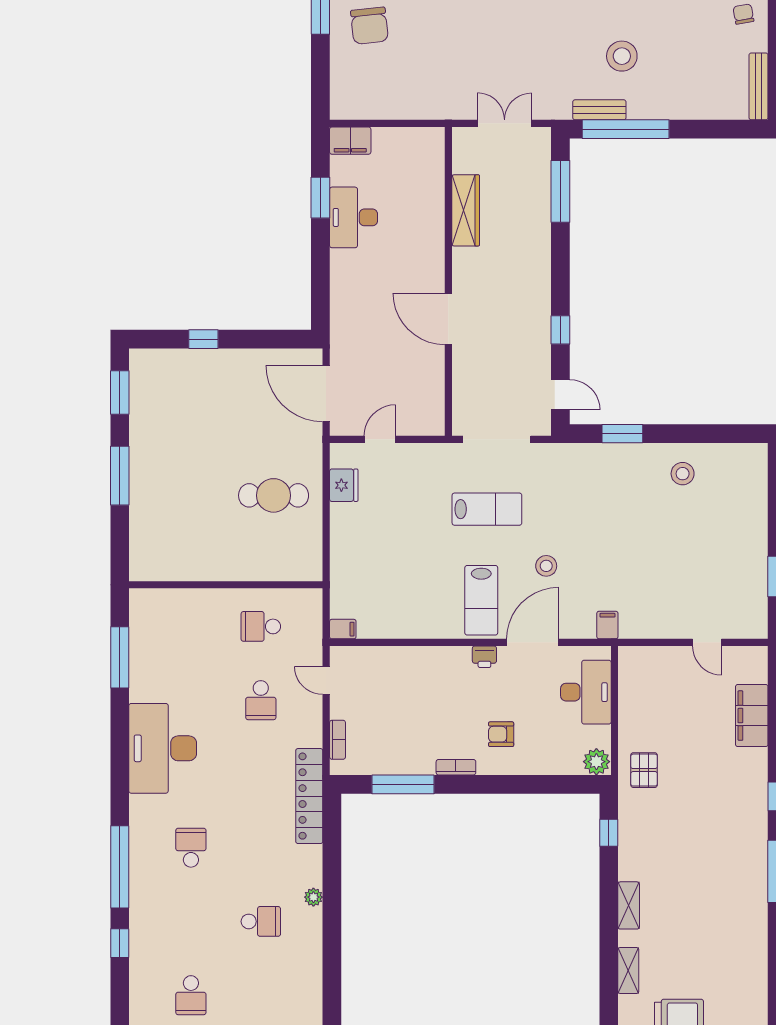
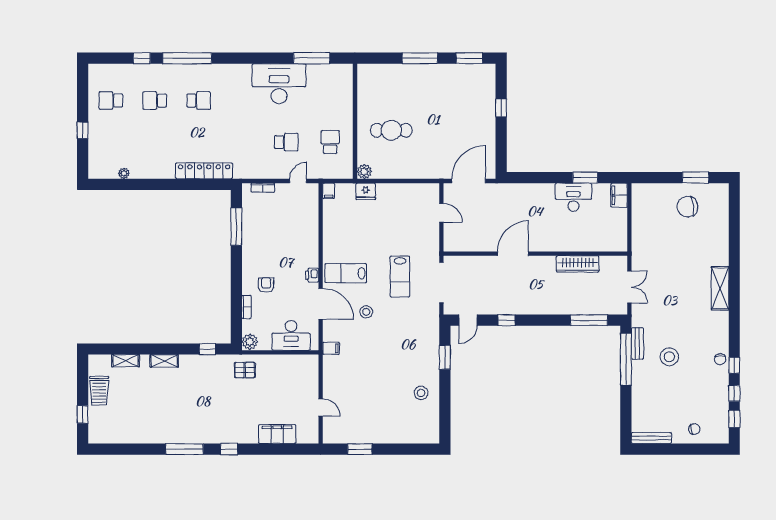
fridge: (344, 485) -> (366, 191), moved
cafe table: (274, 495) -> (391, 130), moved, turned 90
plant: (310, 569) -> (364, 172), added
door: (707, 642) -> (321, 407), swing flipped
school desk: (261, 700) -> (286, 142), turned 180
desk: (163, 748) -> (279, 84), moved
bookcase: (456, 767) -> (246, 307), moved
locker: (309, 796) -> (204, 171), moved
plant: (313, 897) -> (124, 173), moved
school desk: (261, 921) -> (155, 100), moved, turned 90

